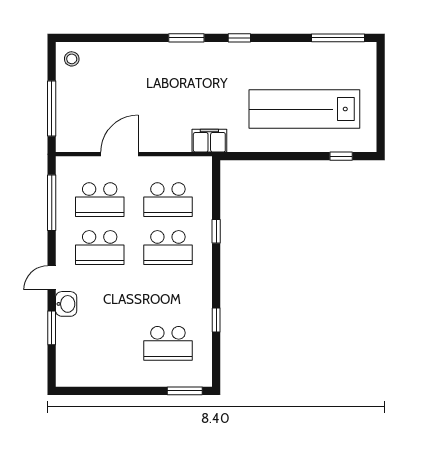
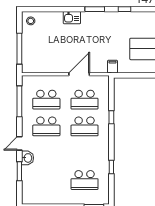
kitchen sink: (145, 53) -> (72, 18), added
filing cabinet: (209, 141) -> (112, 67), width x0.50
door: (119, 154) -> (79, 74), moved

